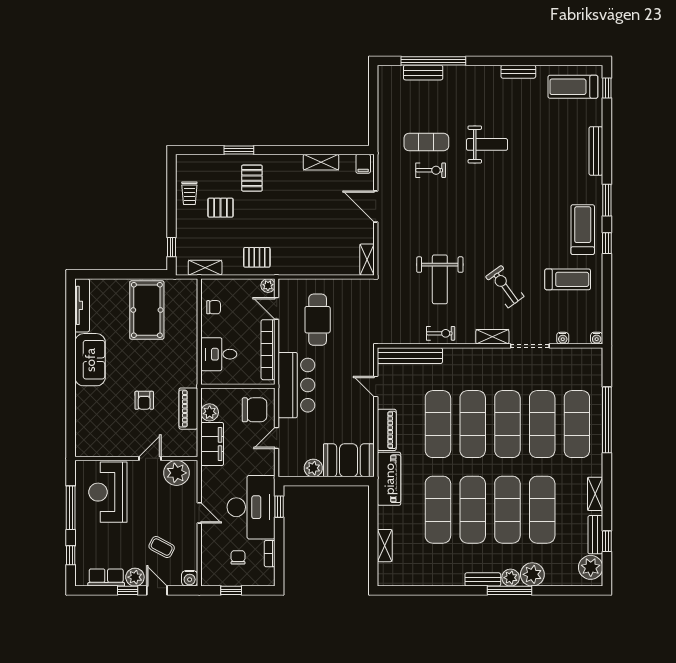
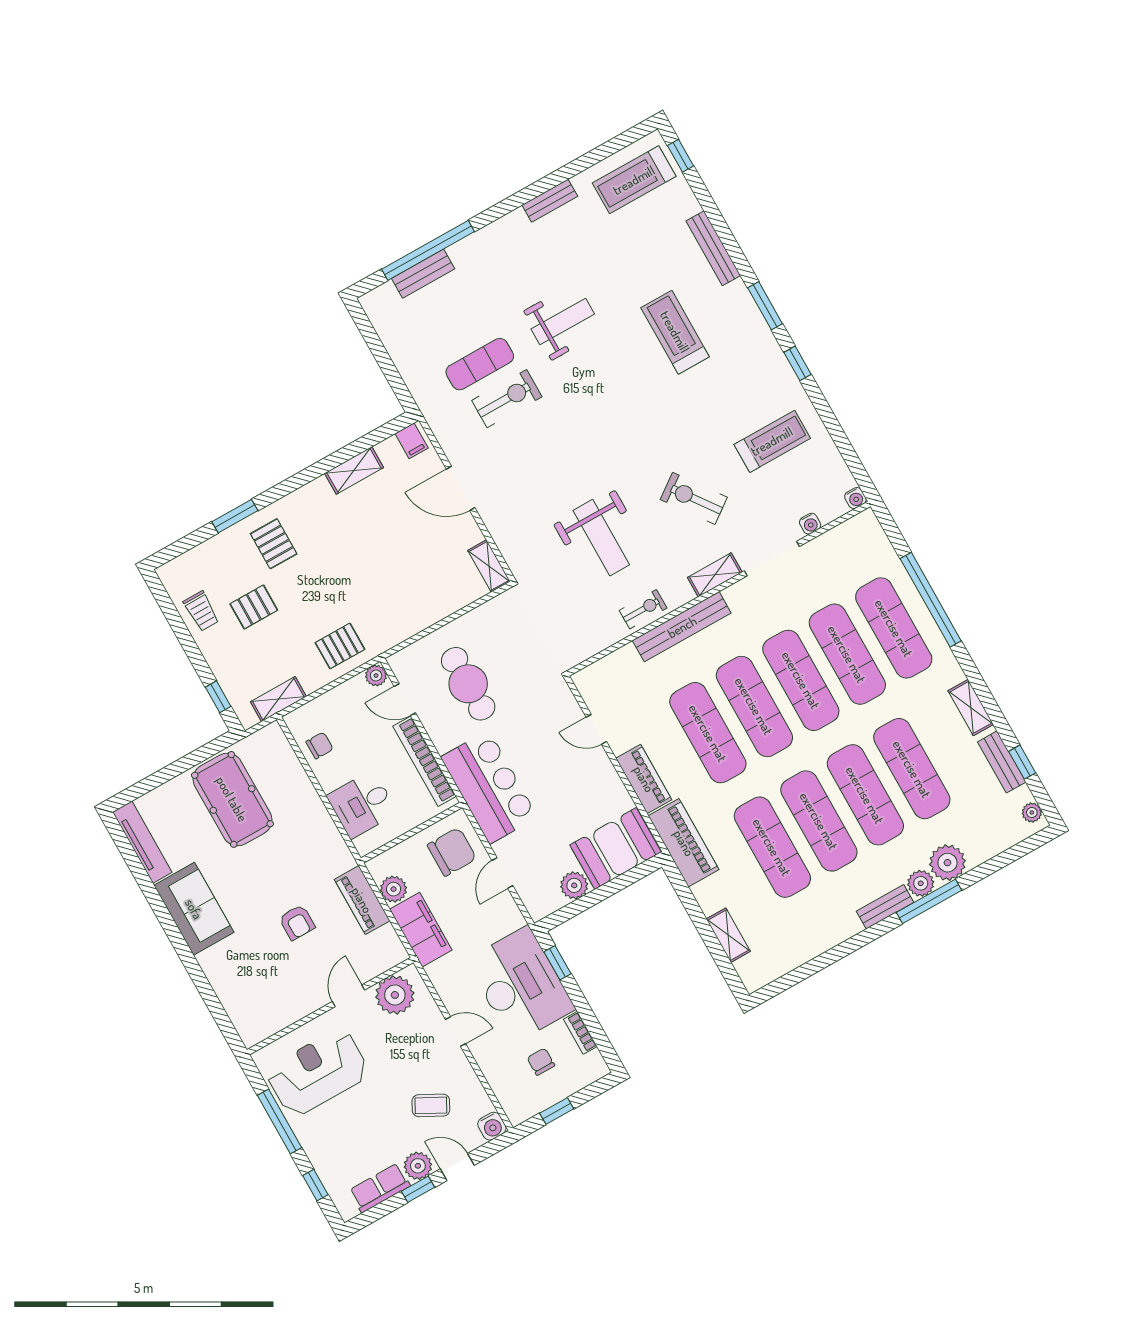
exercise bike: (431, 170) -> (507, 399), width x1.38, depth x1.39
treadmill: (583, 230) -> (675, 332), moved
bench: (410, 356) -> (682, 627), moved
reception desk: (108, 492) -> (318, 1072), turned 90
plant: (591, 567) -> (1032, 813), width x0.53, depth x0.53

